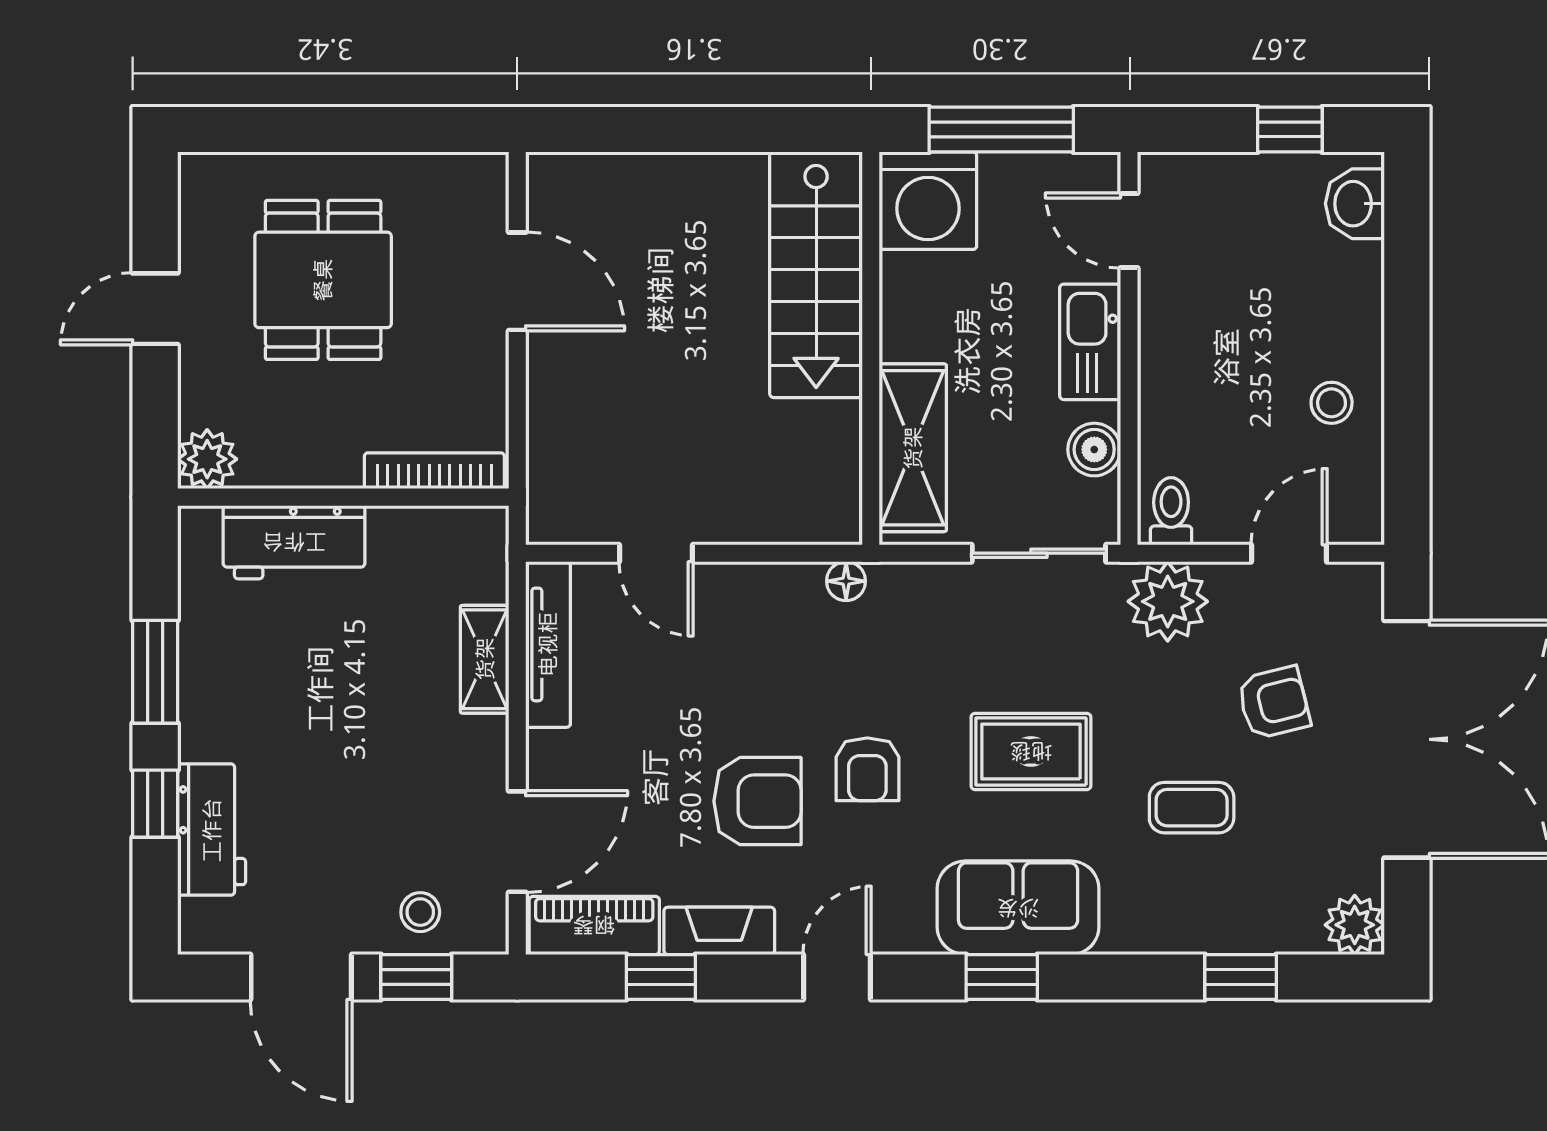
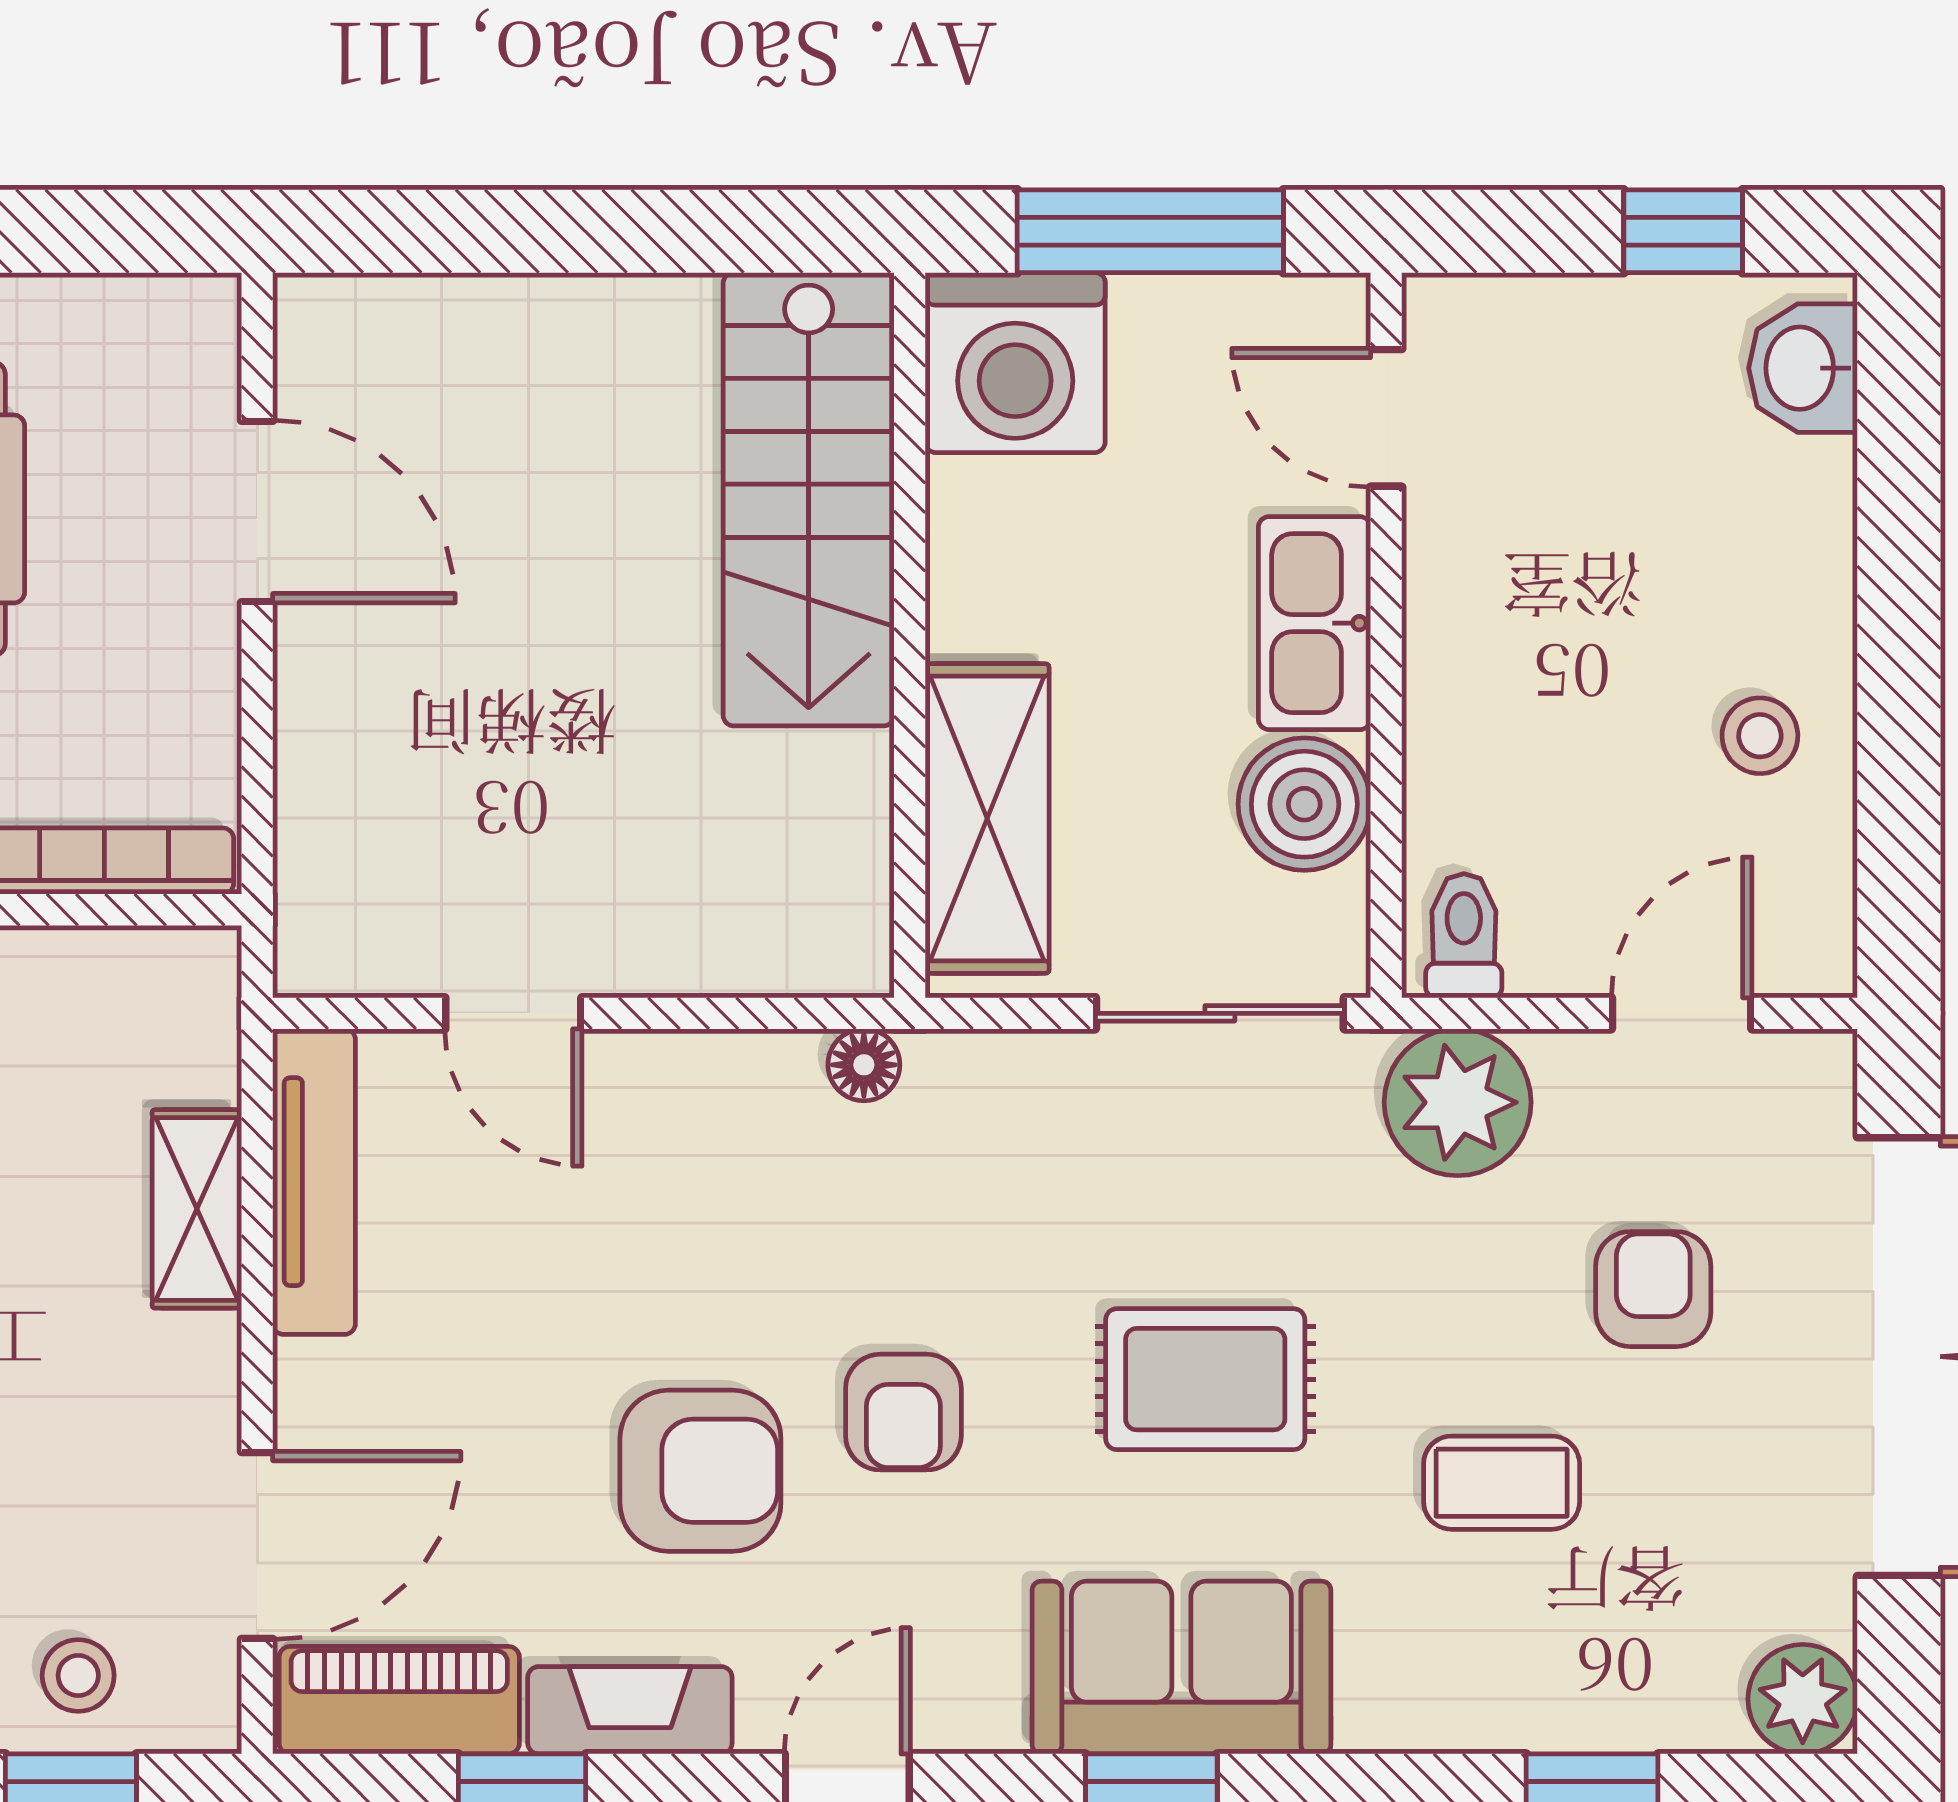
boiler: (1094, 450) -> (1304, 804), width x1.36, depth x1.36
armchair: (1274, 703) -> (1653, 1289), turned -76

